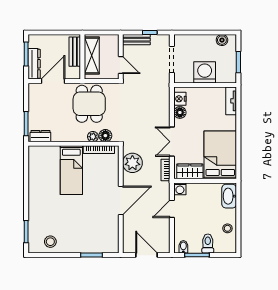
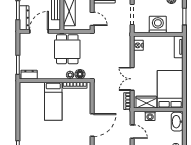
floor lamp: (180, 112) -> (138, 56), removed
plant: (132, 163) -> (101, 96), removed
washing machine: (180, 189) -> (150, 116), moved
door: (172, 209) -> (132, 132), swing flipped

